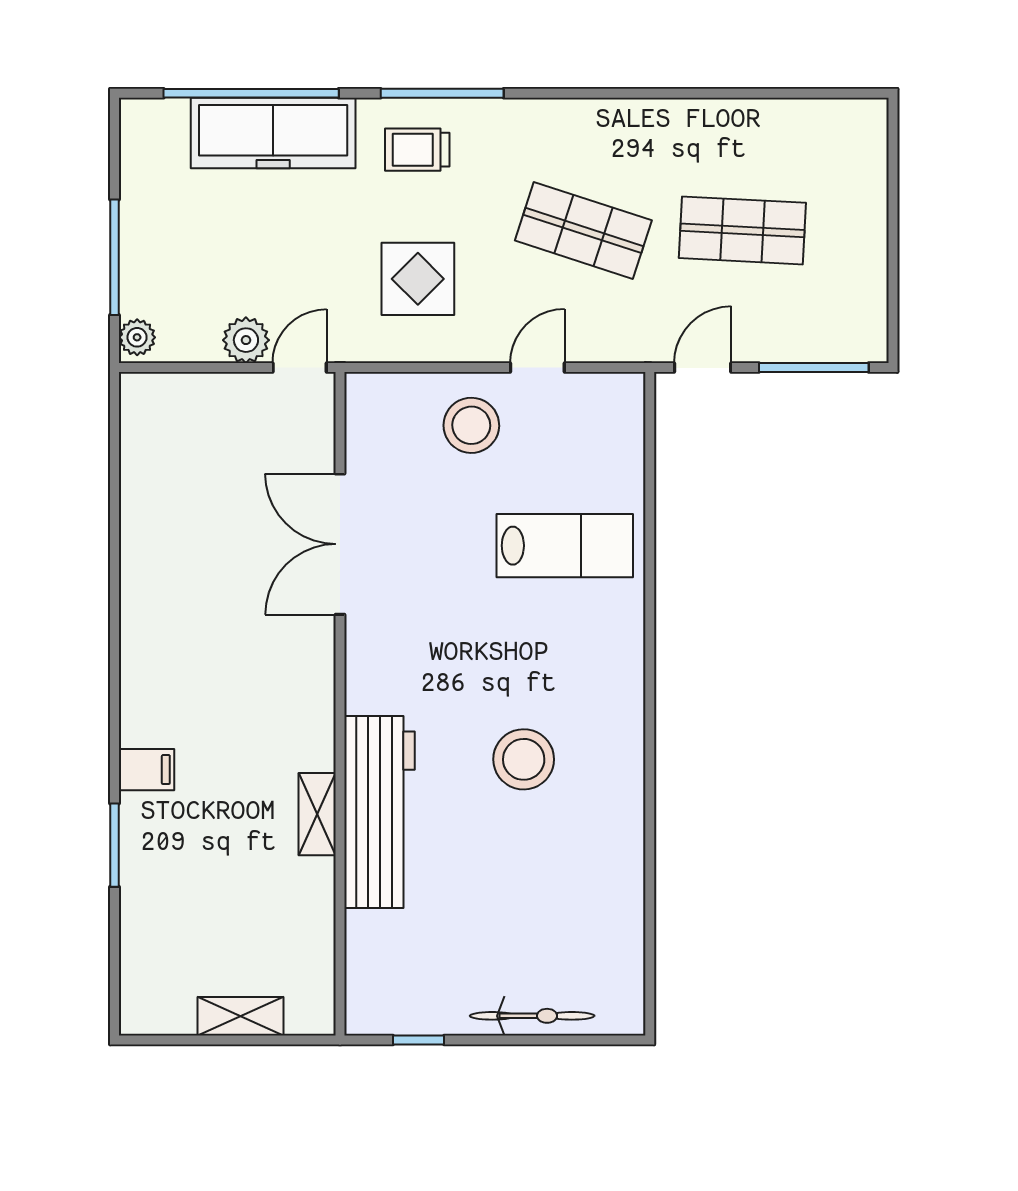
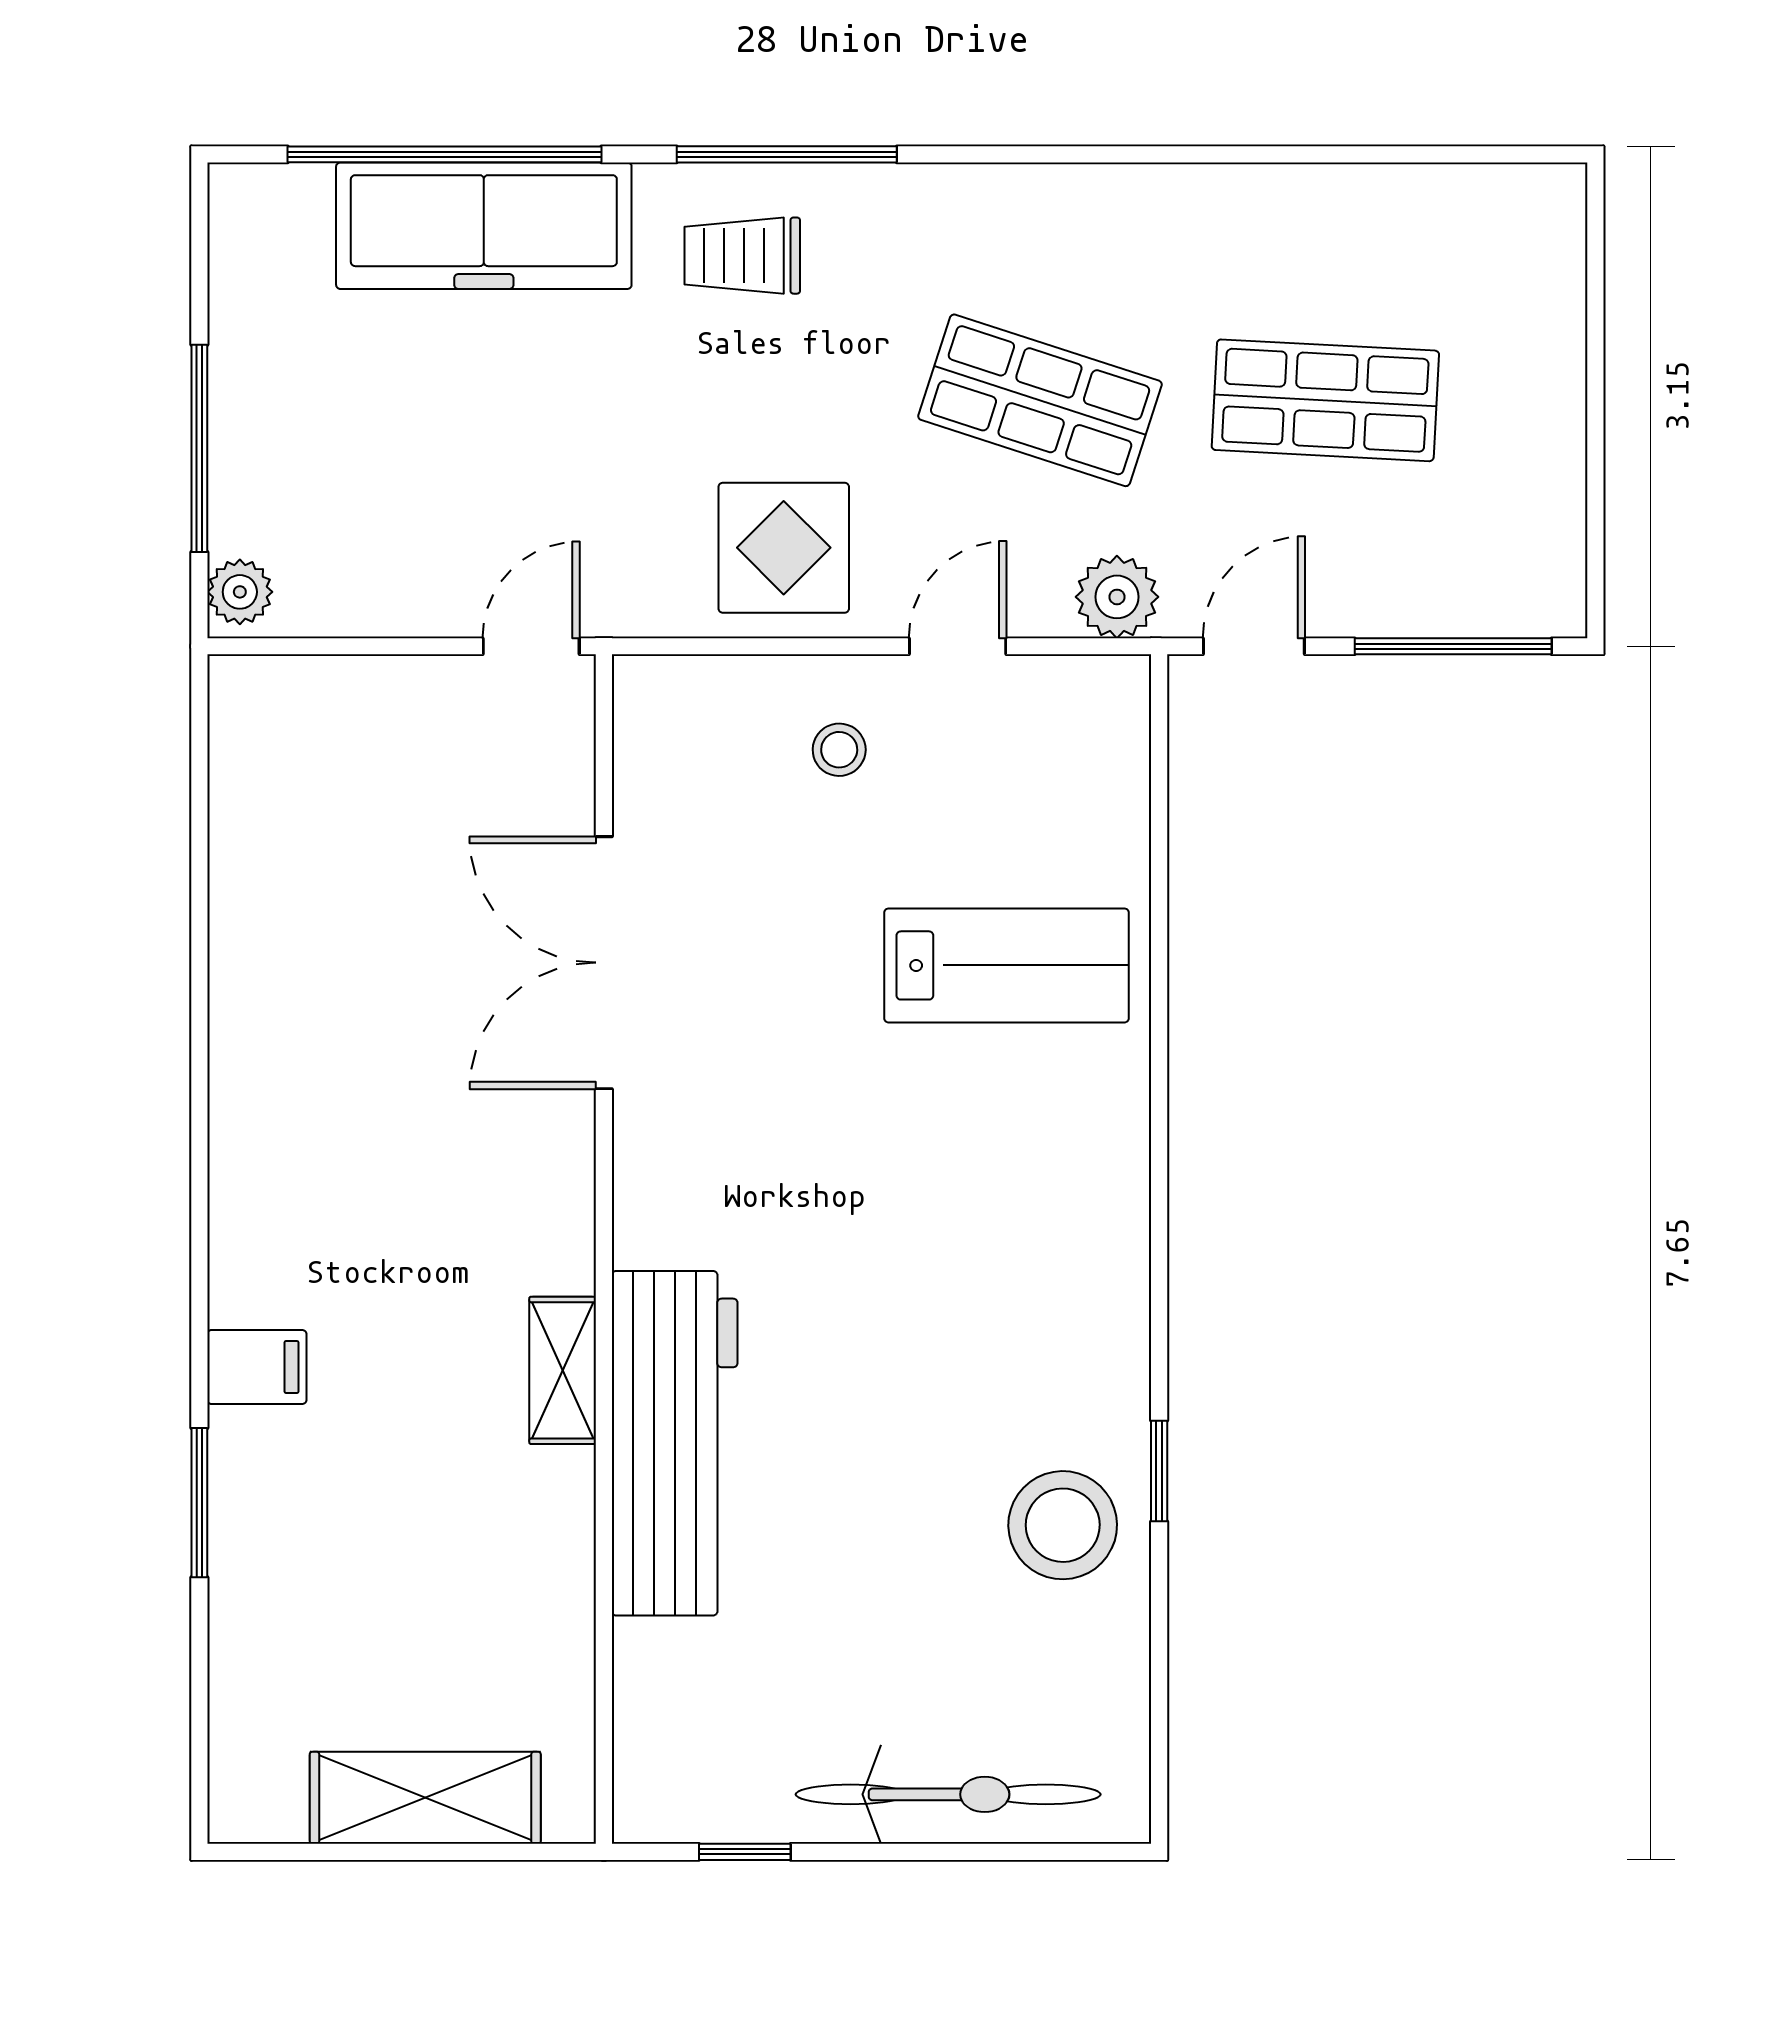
display table: (418, 279) -> (784, 548), moved
plant: (246, 340) -> (1117, 597), moved
stool: (471, 425) -> (839, 750), width x0.53, depth x0.53
stool: (524, 759) -> (1063, 1525), moved
shelving: (317, 814) -> (563, 1370), moved
window: (650, 828) -> (1159, 1471), added
shelving: (240, 1016) -> (425, 1798), width x1.50, depth x1.33
bicycle: (532, 1016) -> (948, 1794), width x1.37, depth x1.40

